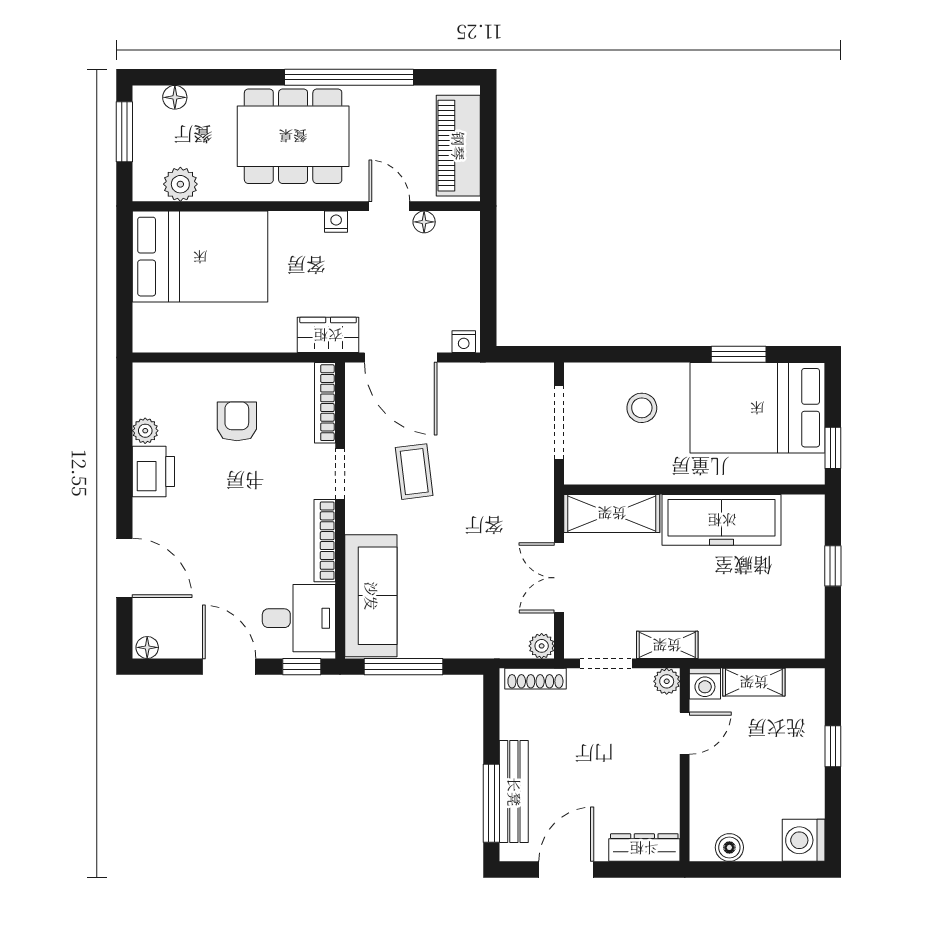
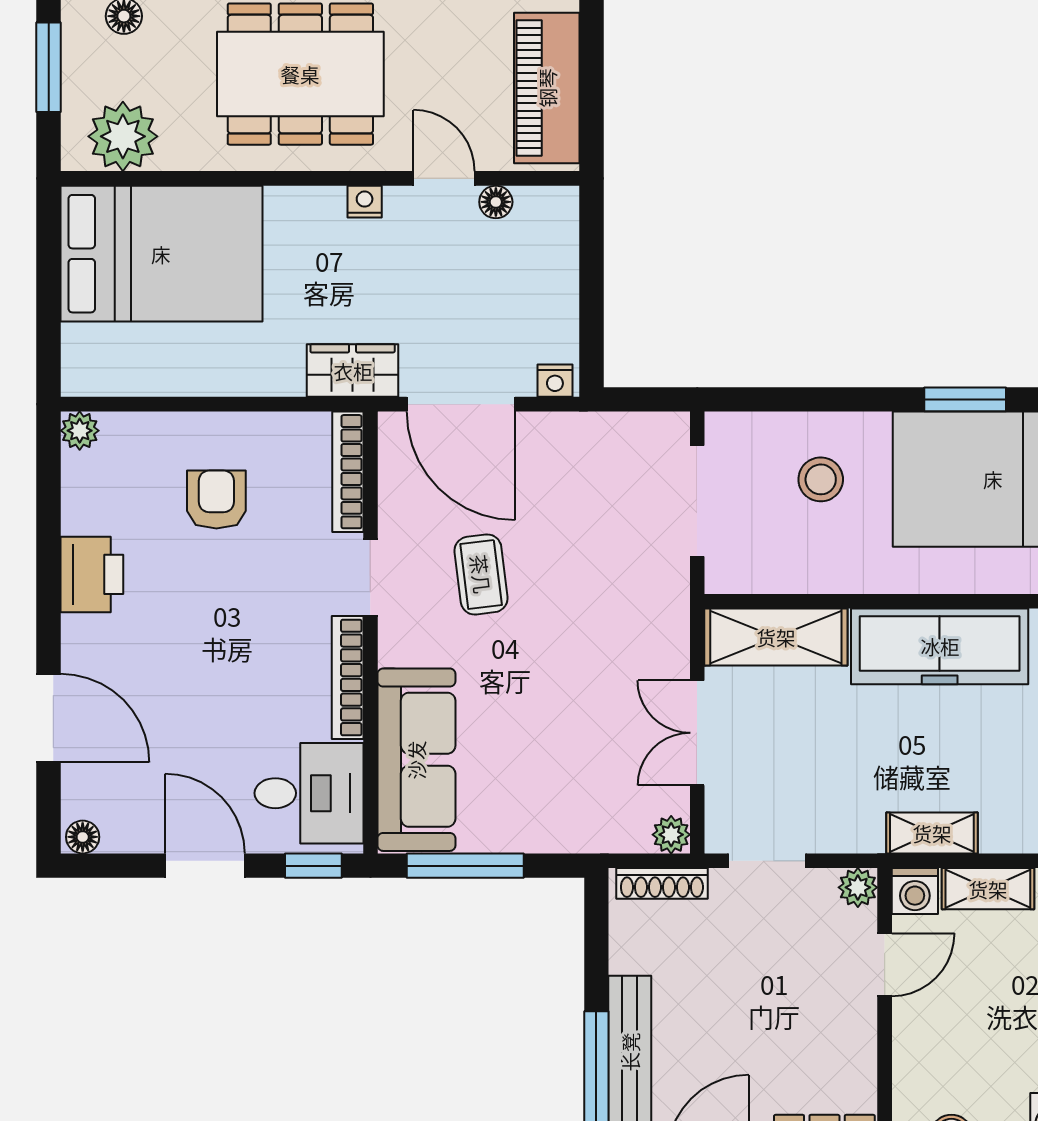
plant: (180, 184) -> (123, 136), width x1.36, depth x1.36
plant: (145, 431) -> (80, 431), moved
shelving: (667, 645) -> (932, 833), moved

